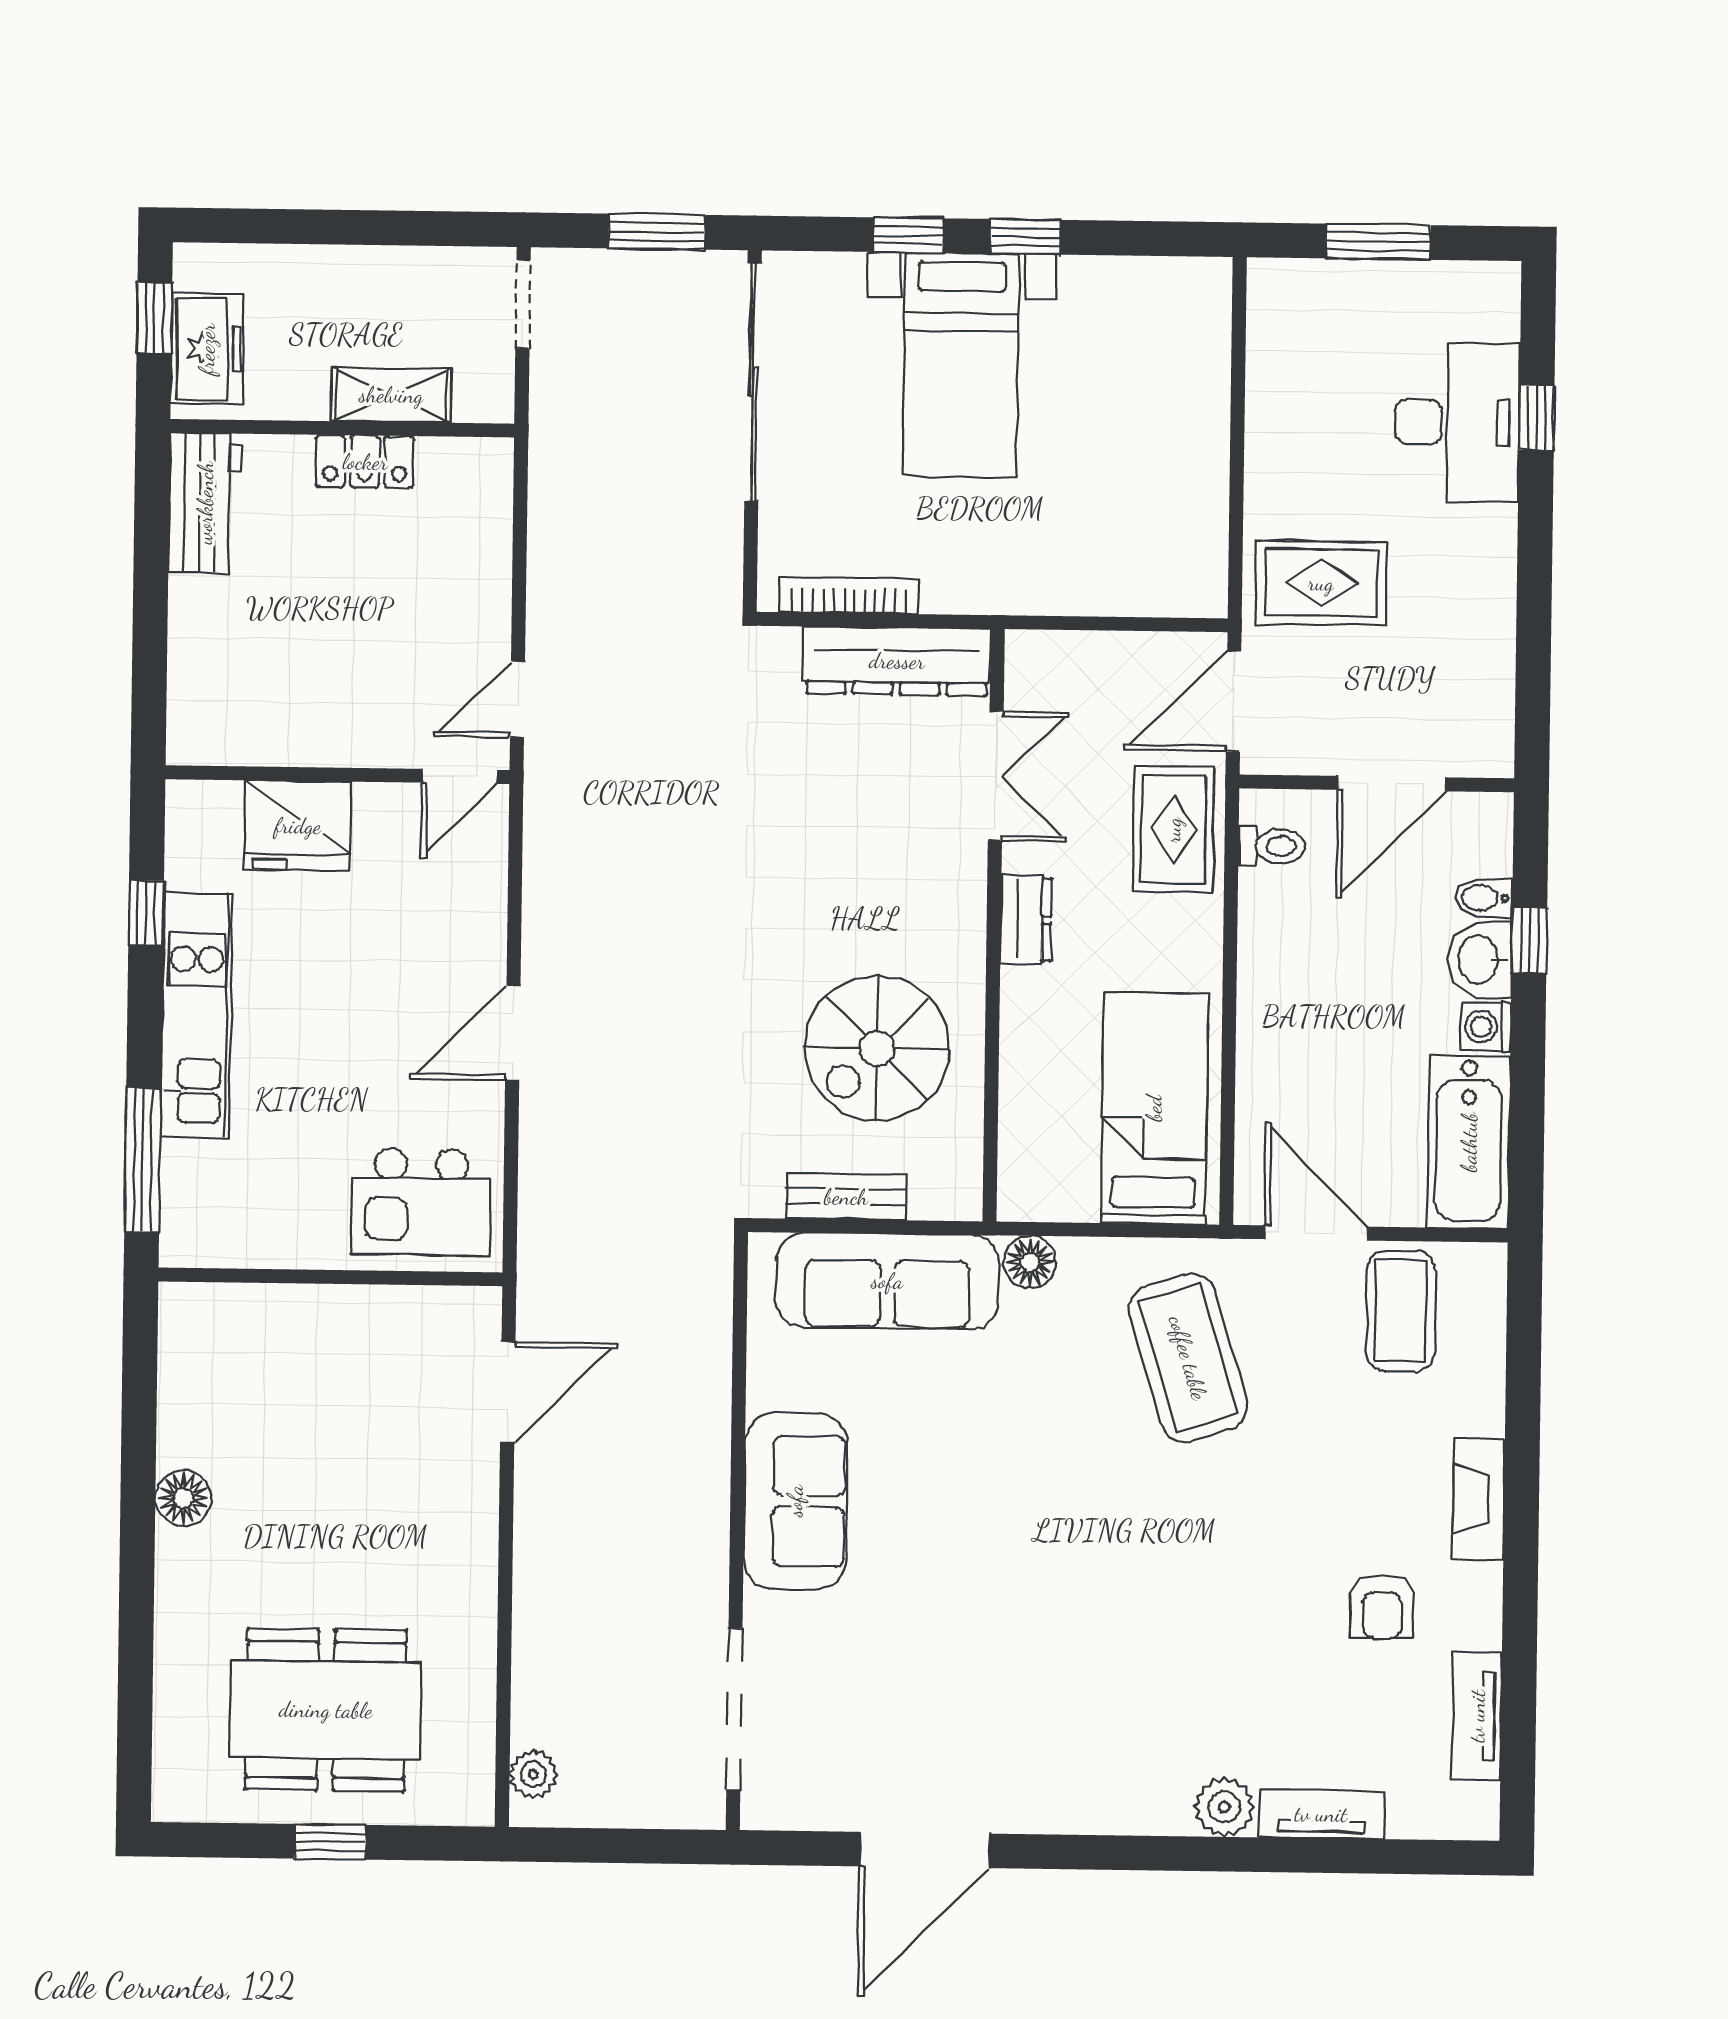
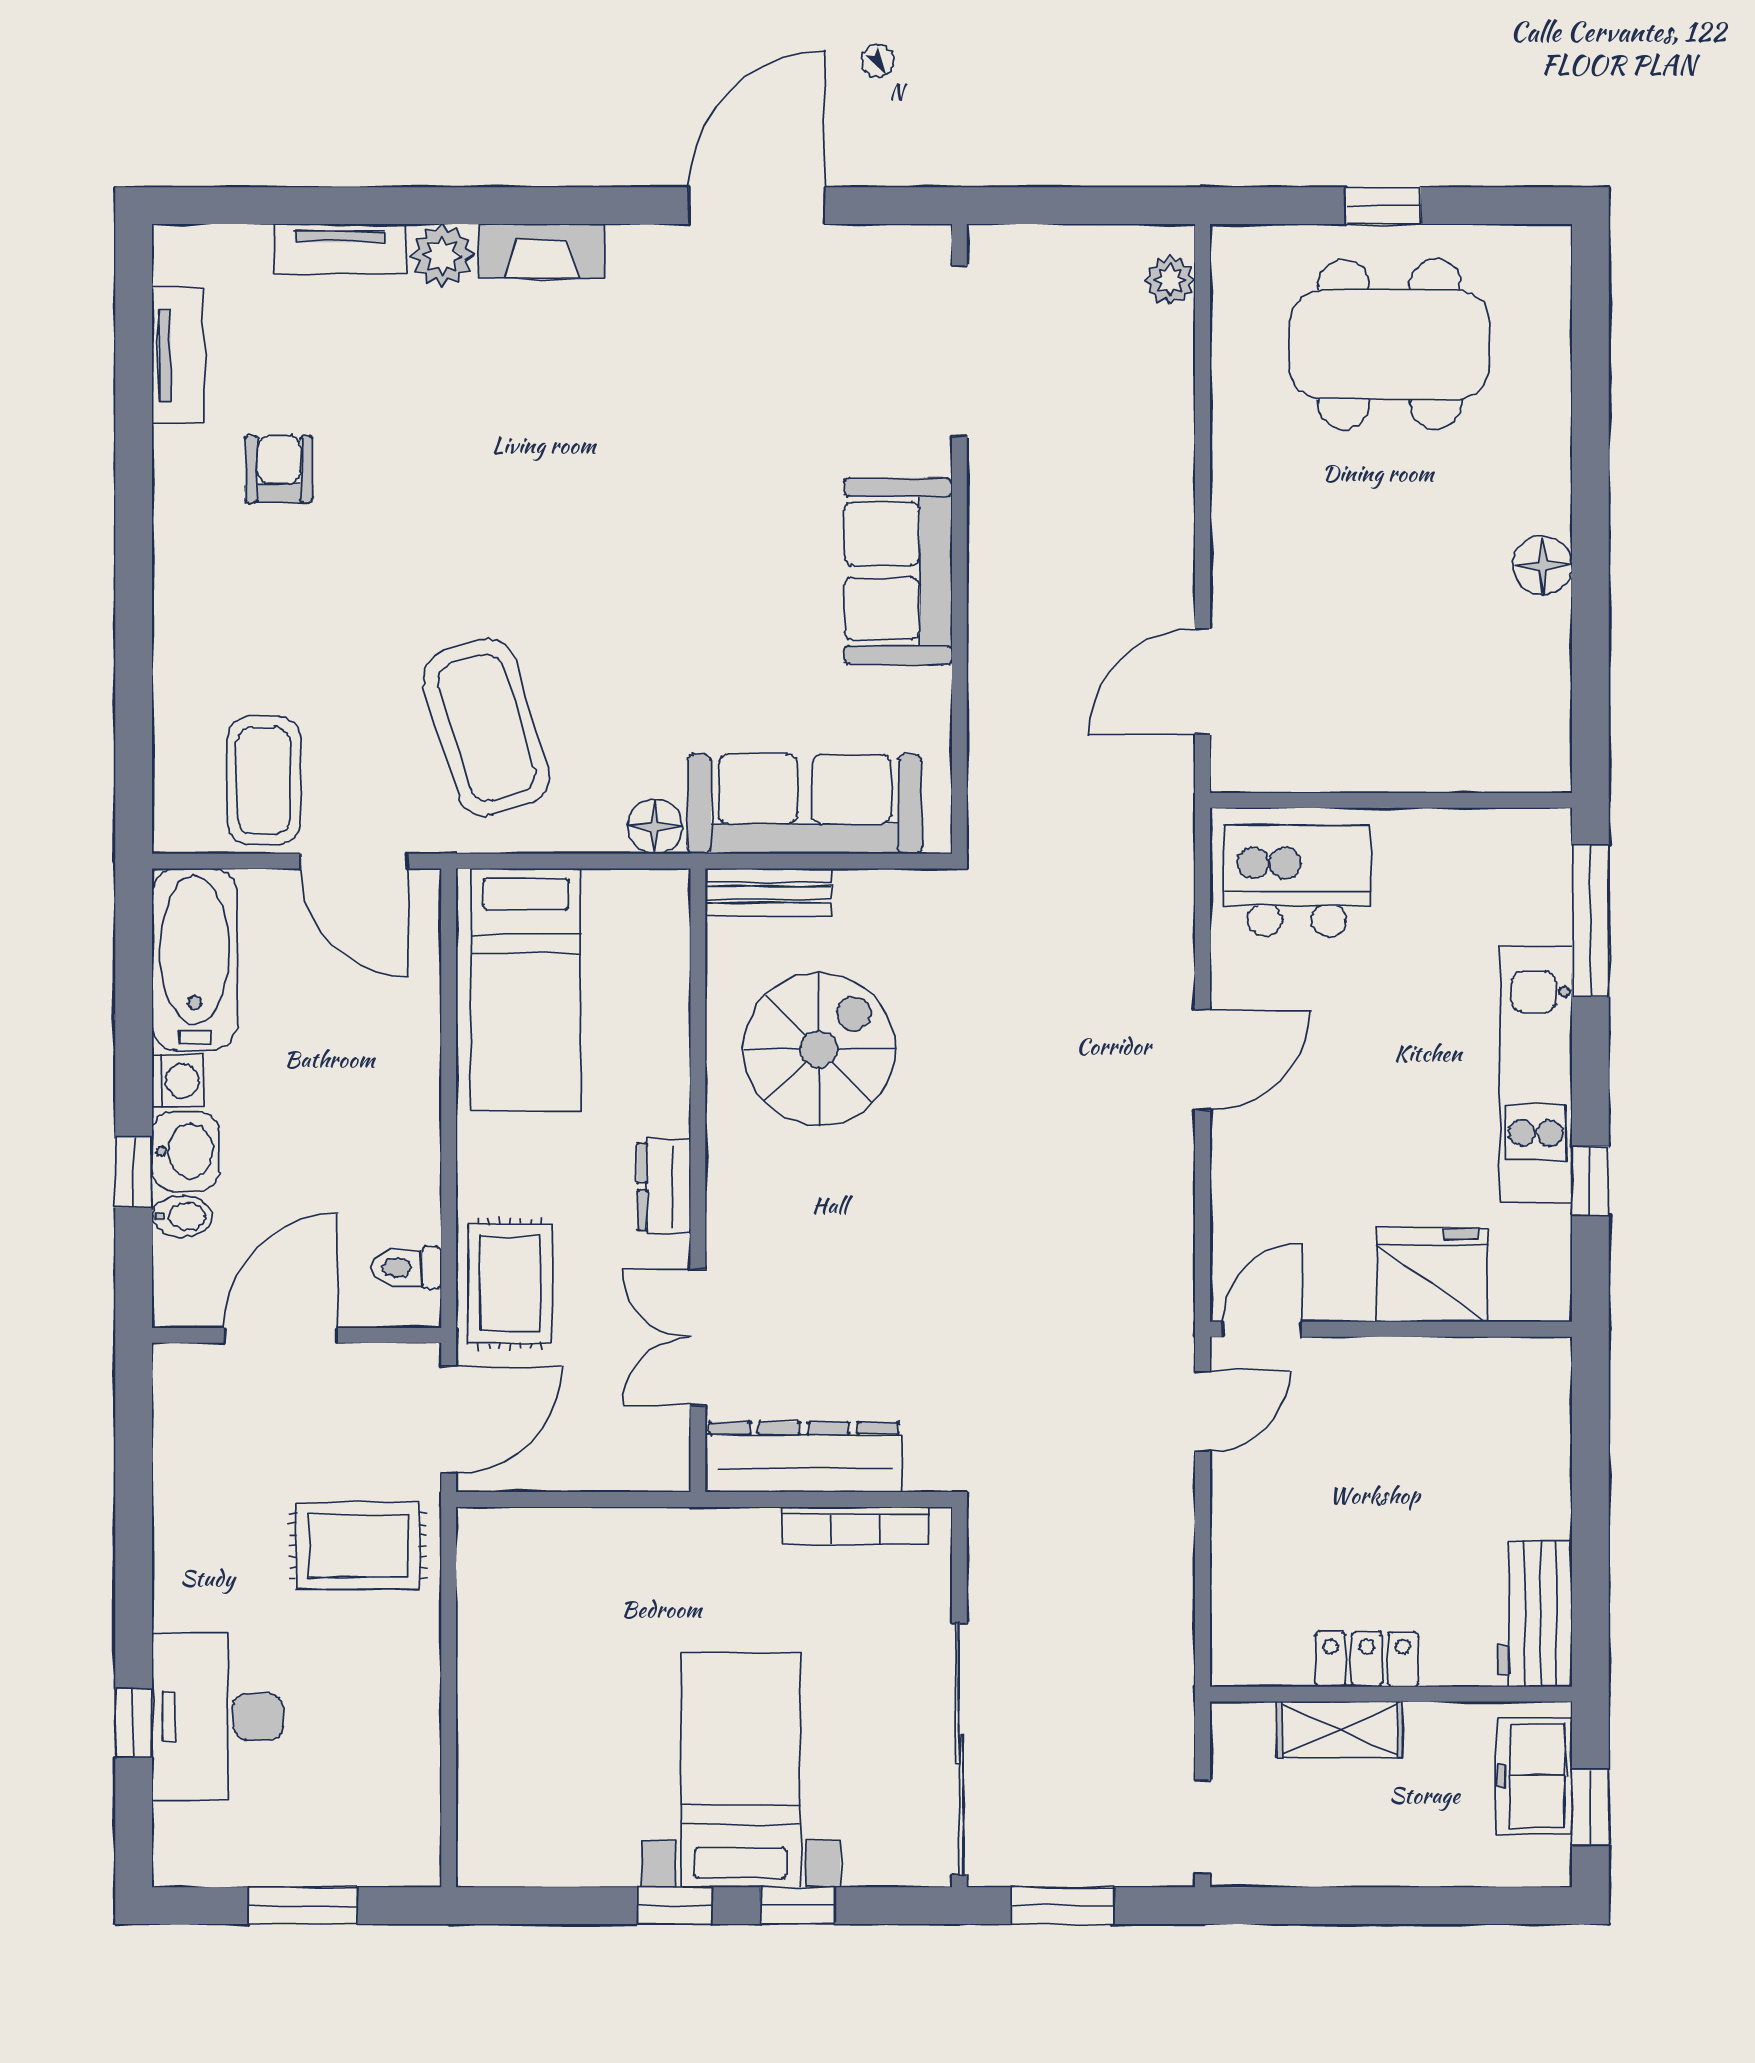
bench: (846, 1197) -> (768, 892), moved
fireplace: (1479, 1499) -> (542, 251), moved, turned 90

